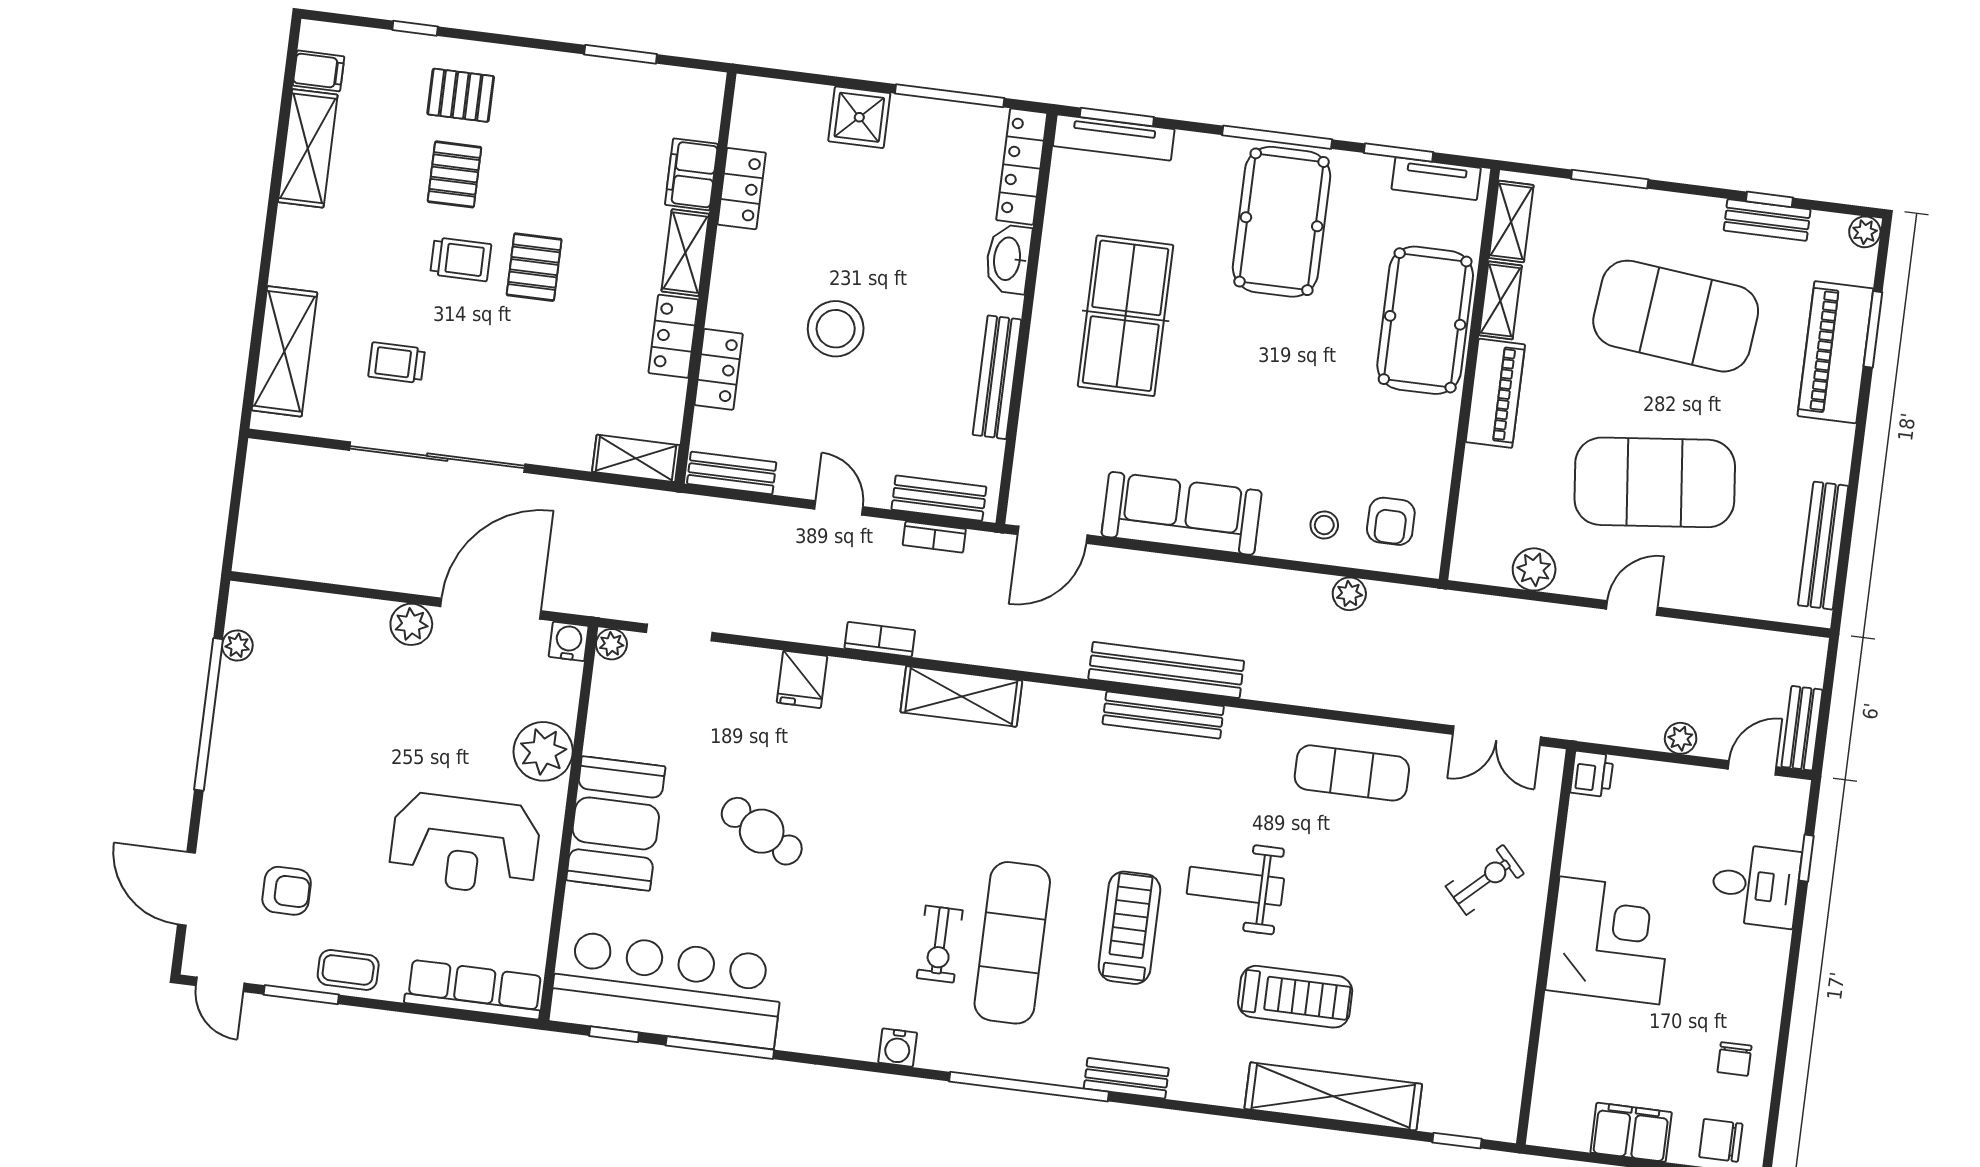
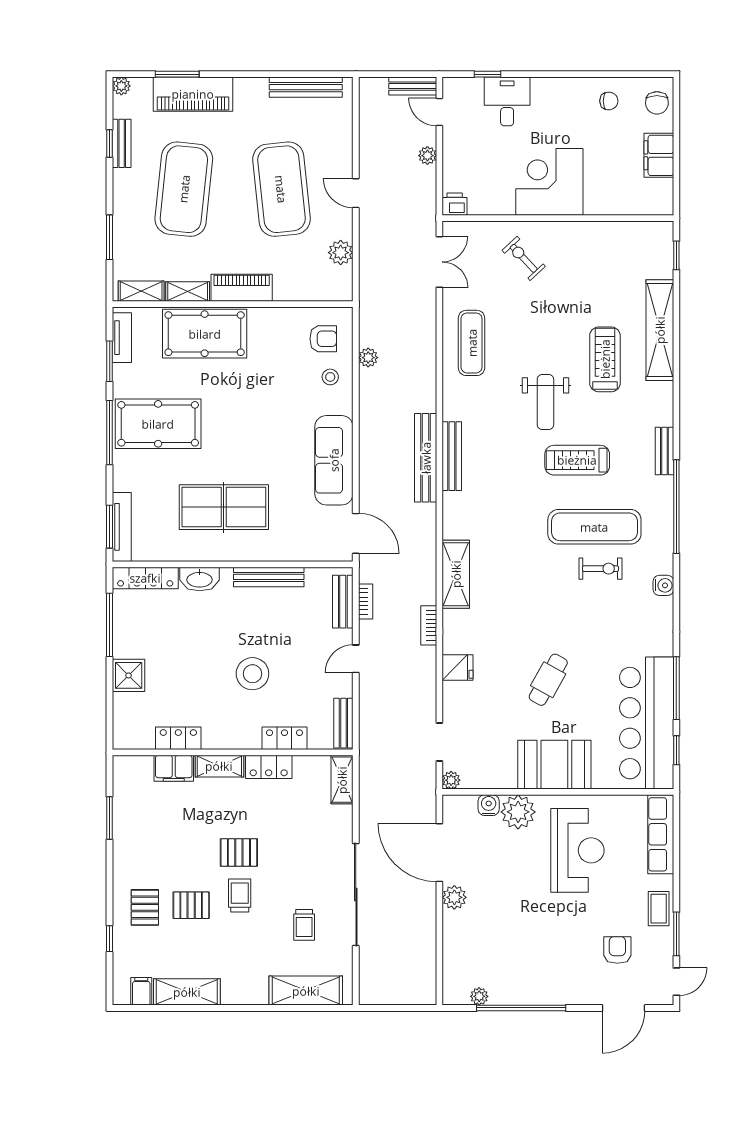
water cooler: (569, 641) -> (489, 805), moved, turned 90

